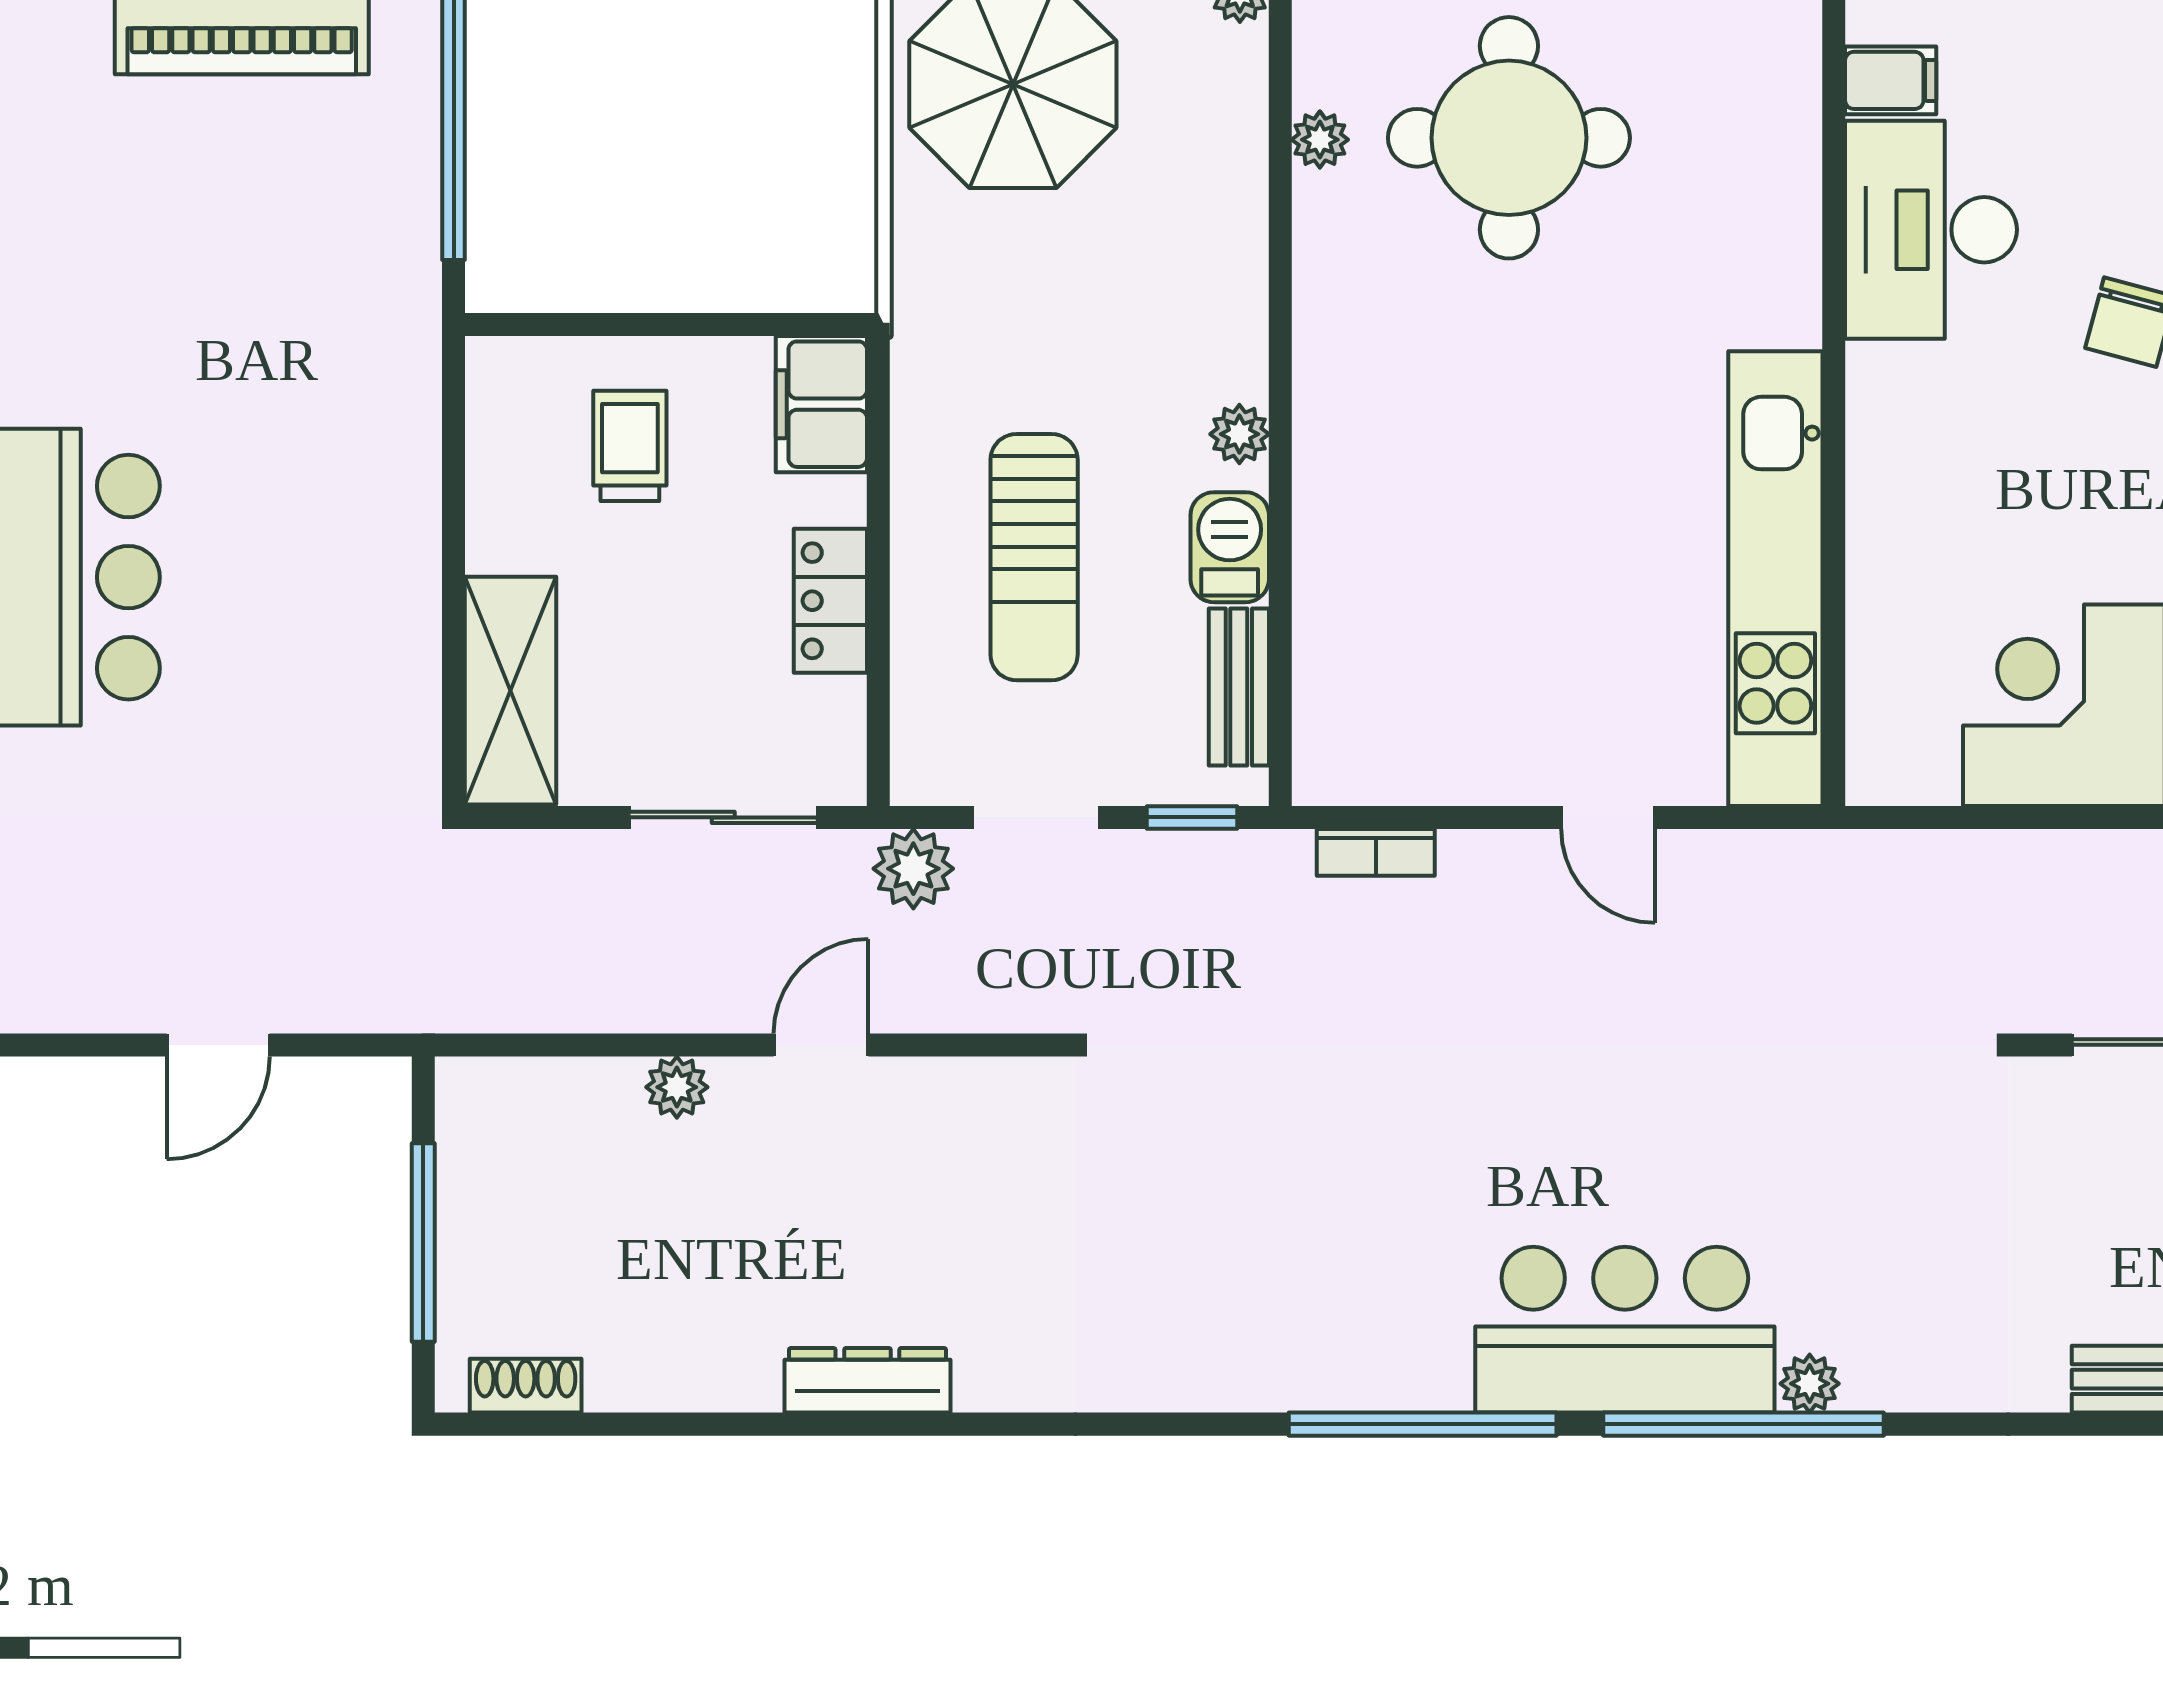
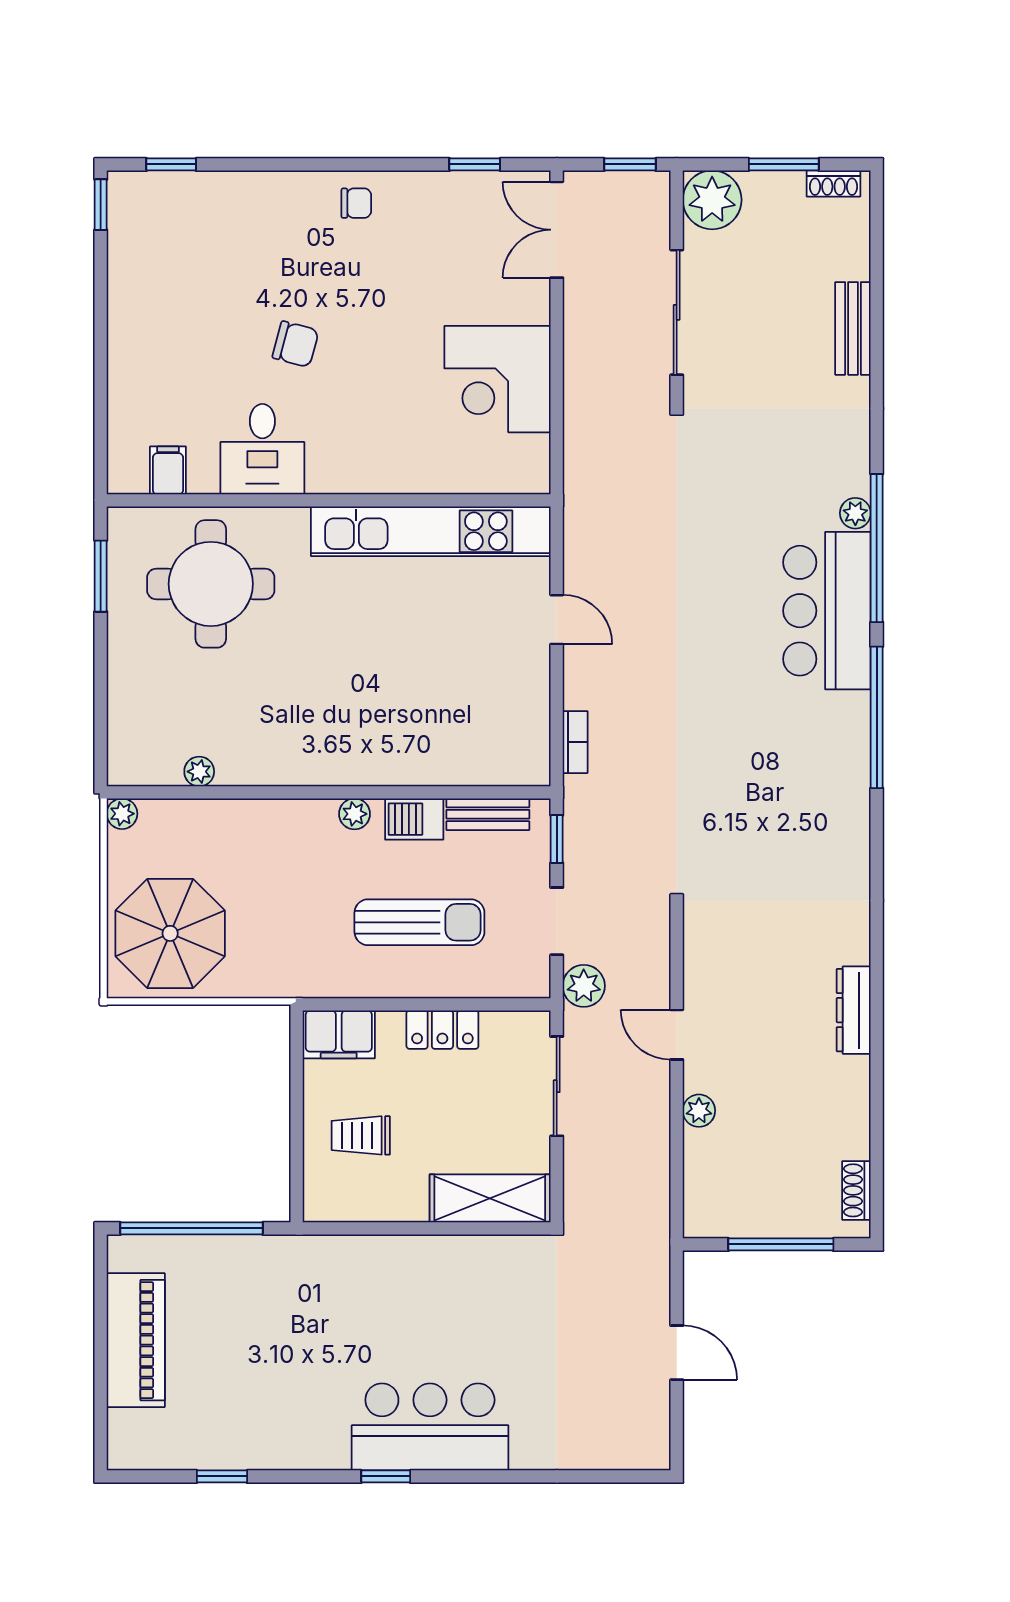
round table: (1509, 138) -> (211, 584), moved
desk: (1931, 230) -> (262, 449), width x0.73
door: (1608, 817) -> (557, 620), hinge flipped

